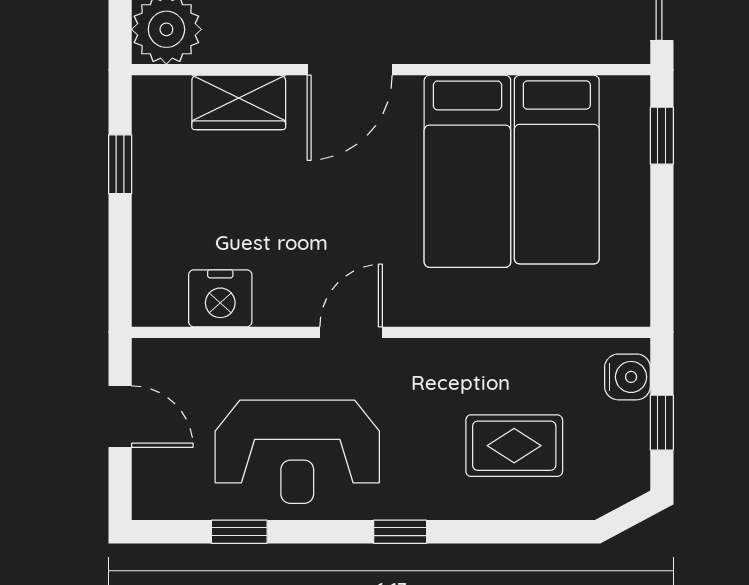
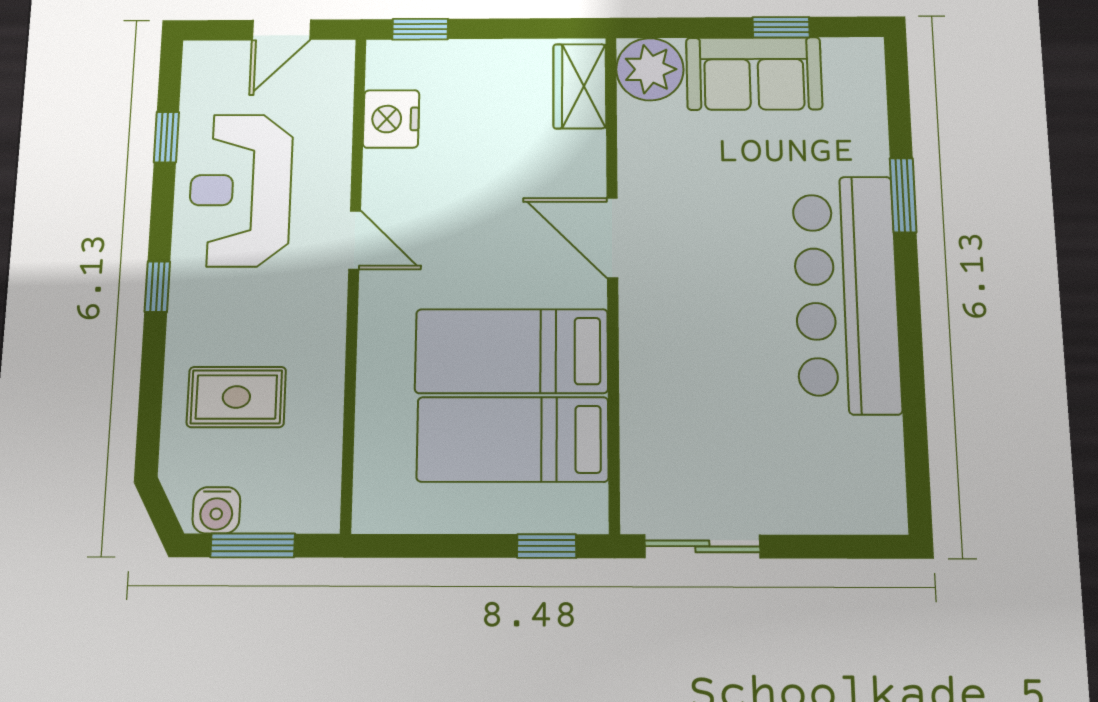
wardrobe: (239, 102) -> (580, 86), moved
window: (120, 164) -> (420, 29), moved
water cooler: (627, 377) -> (216, 510), moved
window: (662, 423) -> (253, 545), width x1.50
rug: (514, 446) -> (236, 397), turned 90

